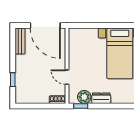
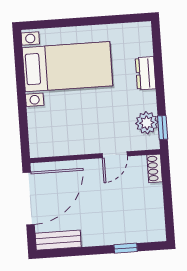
dresser: (101, 98) -> (146, 73), moved

